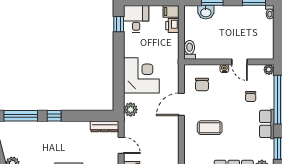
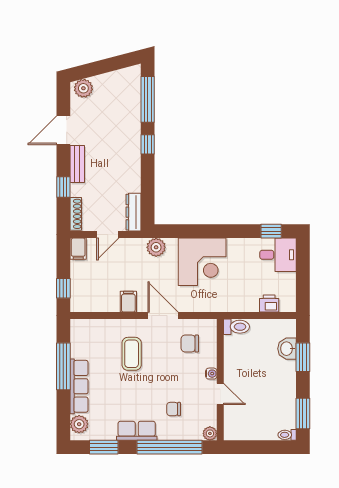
filing cabinet: (171, 12) -> (128, 302), moved
door: (240, 62) -> (220, 394), swing flipped

